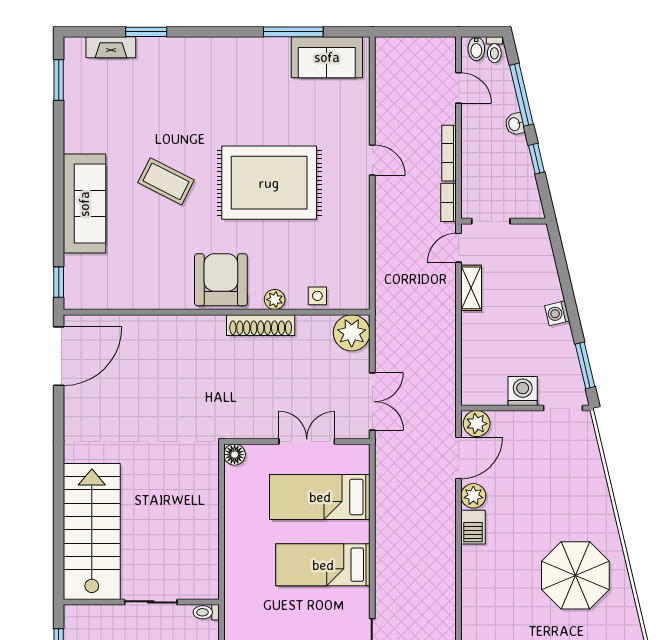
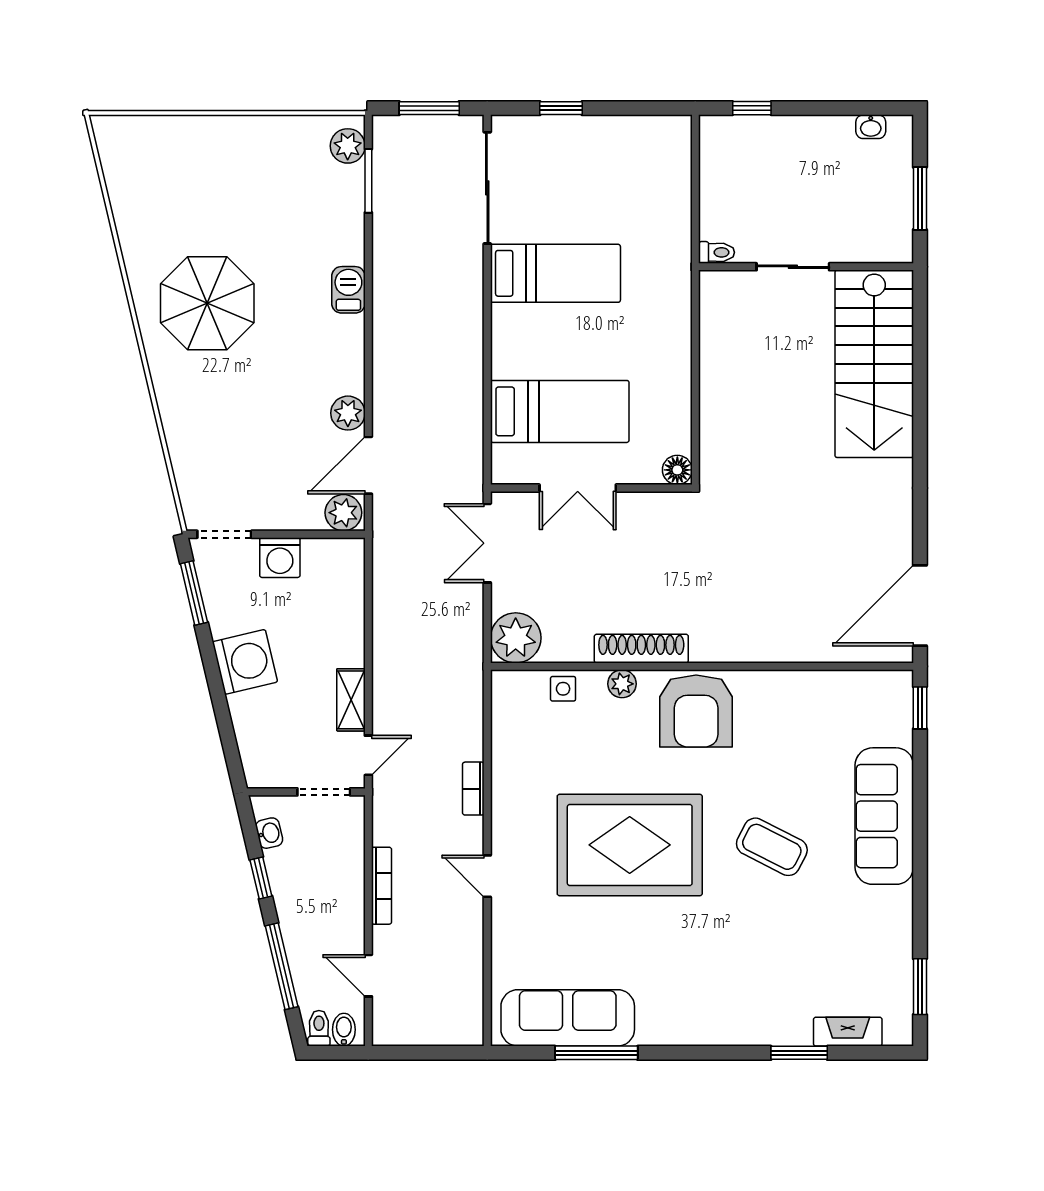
sofa: (327, 57) -> (568, 1018), width x1.36
washbasin: (515, 124) -> (269, 833), moved
bookcase: (448, 202) -> (473, 789), moved, turned 180
washing machine: (557, 313) -> (245, 662), width x1.89, depth x1.89
barbecue: (473, 527) -> (348, 290), moved
bed: (323, 565) -> (555, 273), moved

